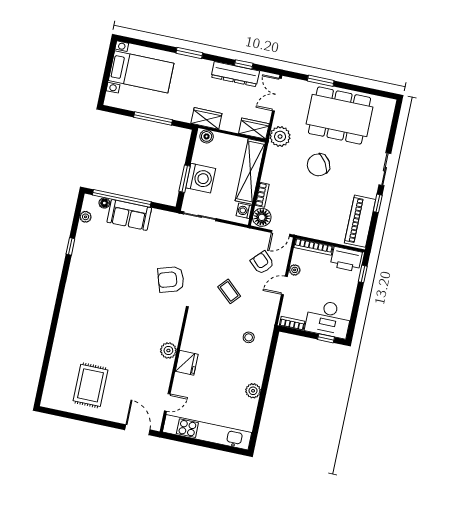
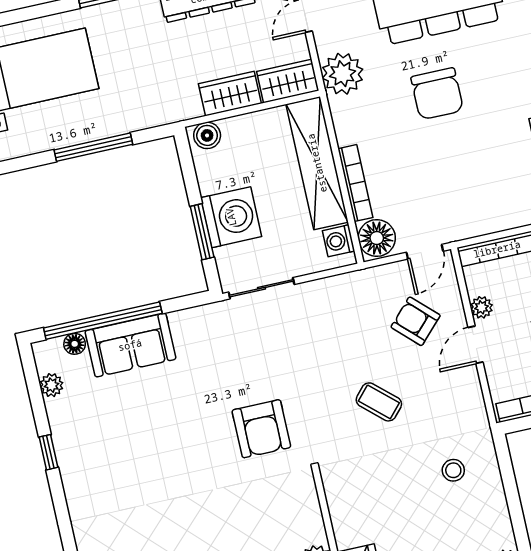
wardrobe: (206, 118) -> (230, 94), moved
chair: (318, 165) -> (437, 94), turned -58
bookcase: (262, 195) -> (355, 183), width x1.56
armchair: (171, 279) -> (261, 429), turned -73

